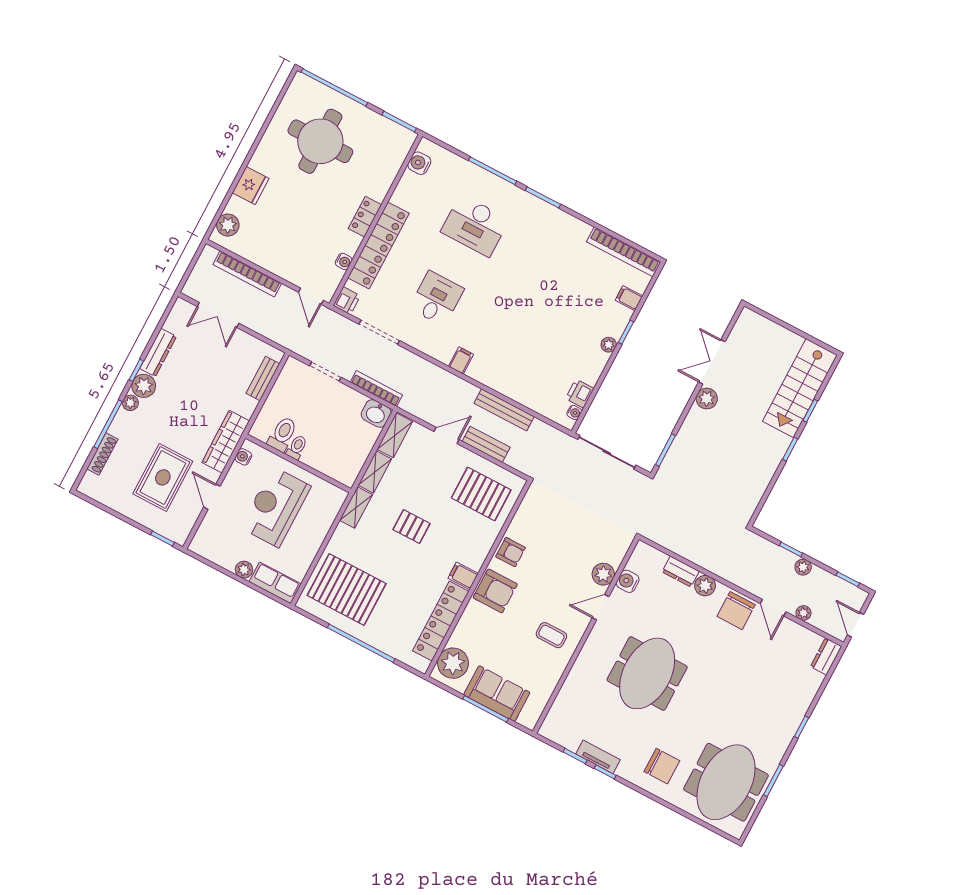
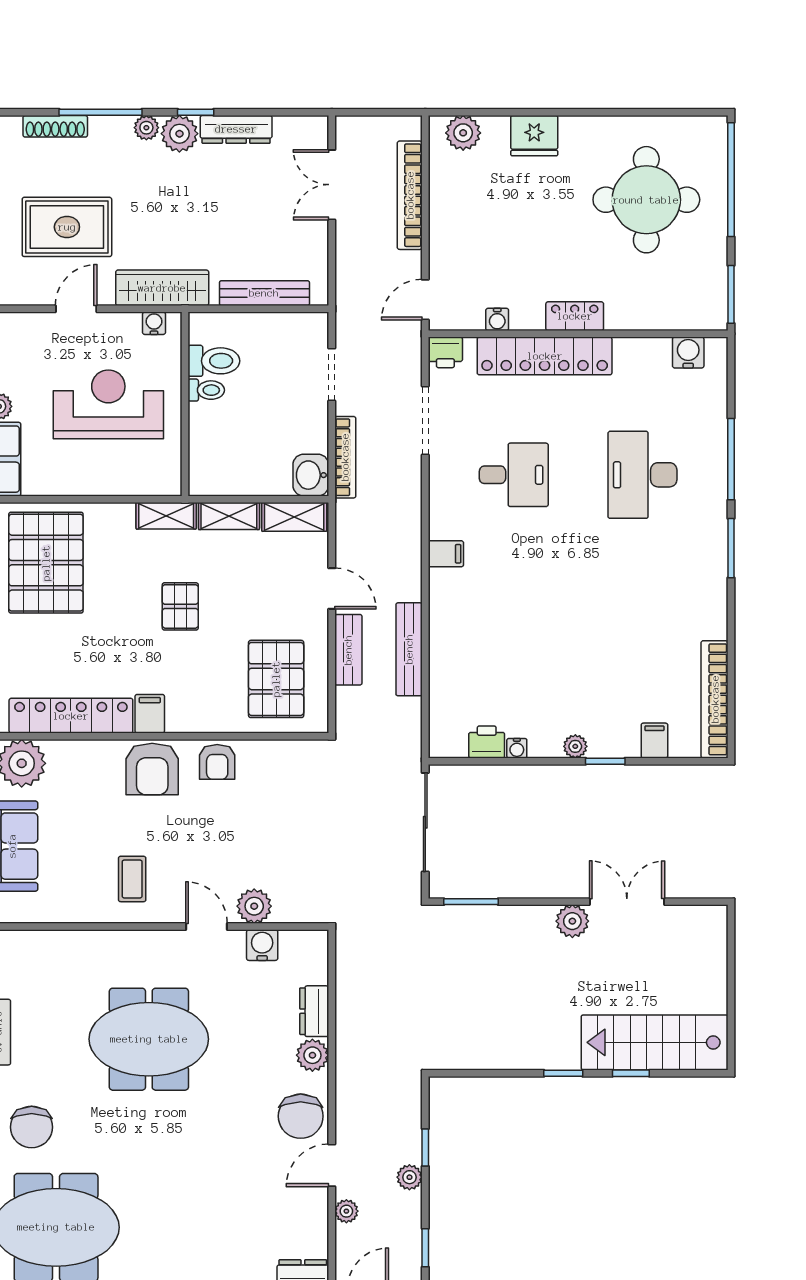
bench: (263, 379) -> (264, 293), width x1.36
water cooler: (574, 412) -> (517, 748), moved
chair: (736, 611) -> (301, 1116), turned -90

